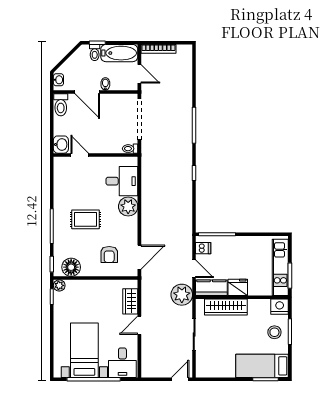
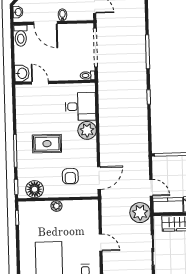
dishwasher: (203, 248) -> (159, 168), removed
plant: (59, 285) -> (56, 206), moved
wardrobe: (130, 301) -> (92, 220), removed
door: (139, 325) -> (101, 243), swing flipped

